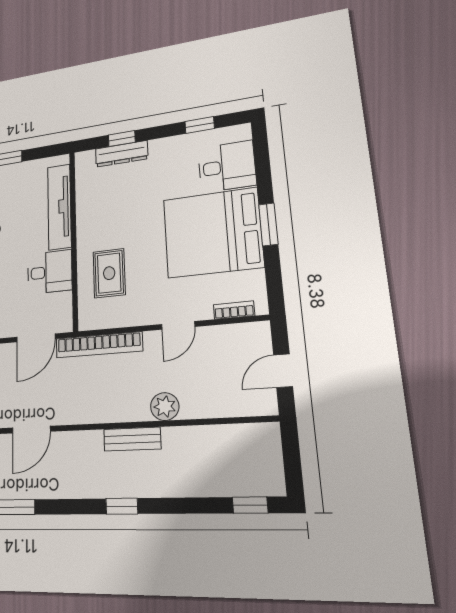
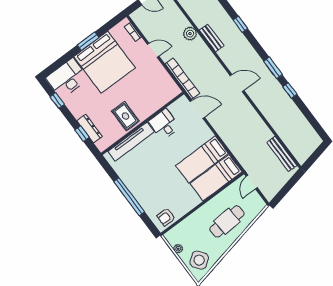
desk: (227, 167) -> (67, 78), width x1.37
rug: (109, 273) -> (126, 116), moved, turned 90

